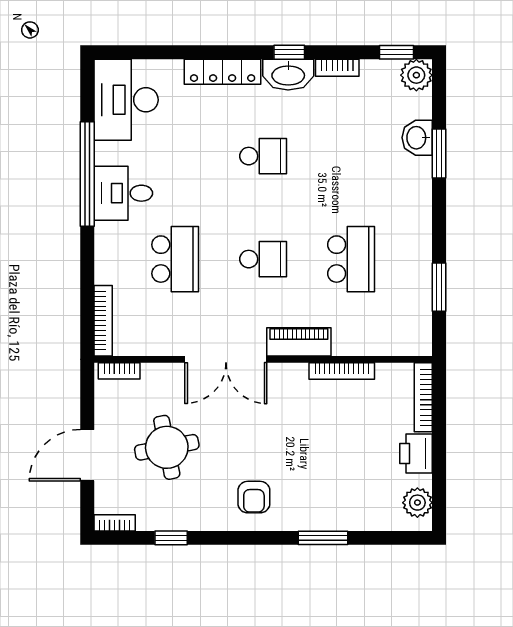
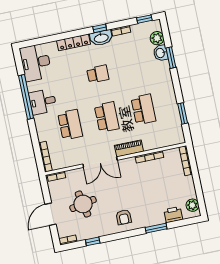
plant: (416, 75) -> (157, 38), moved
school desk: (263, 259) -> (107, 117), width x1.85
printer: (416, 454) -> (173, 215), moved, turned 90

